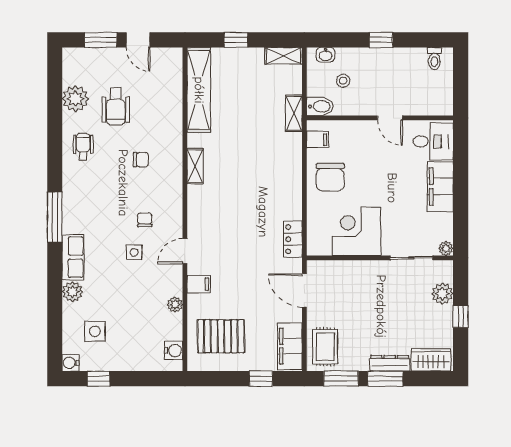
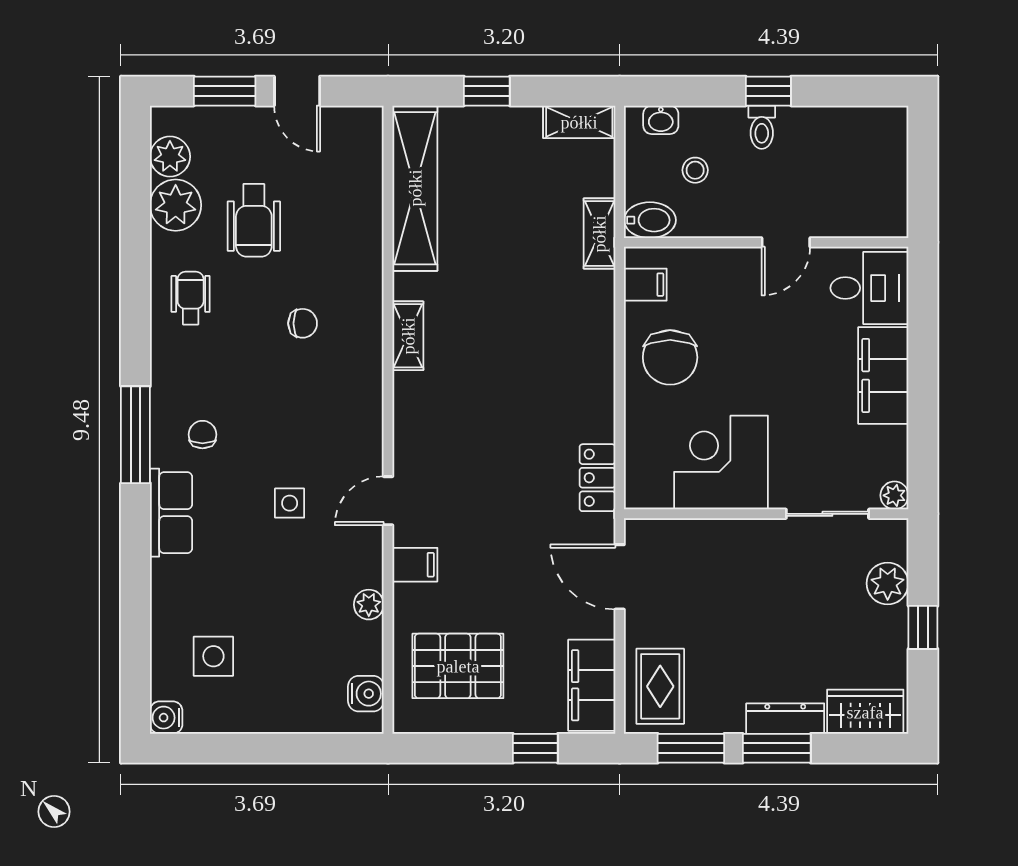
toilet: (434, 59) -> (762, 127), moved
door: (390, 118) -> (786, 242), hinge flipped
chair: (145, 220) -> (202, 435), moved
plant: (73, 292) -> (170, 157), moved
window: (99, 379) -> (221, 748), removed

